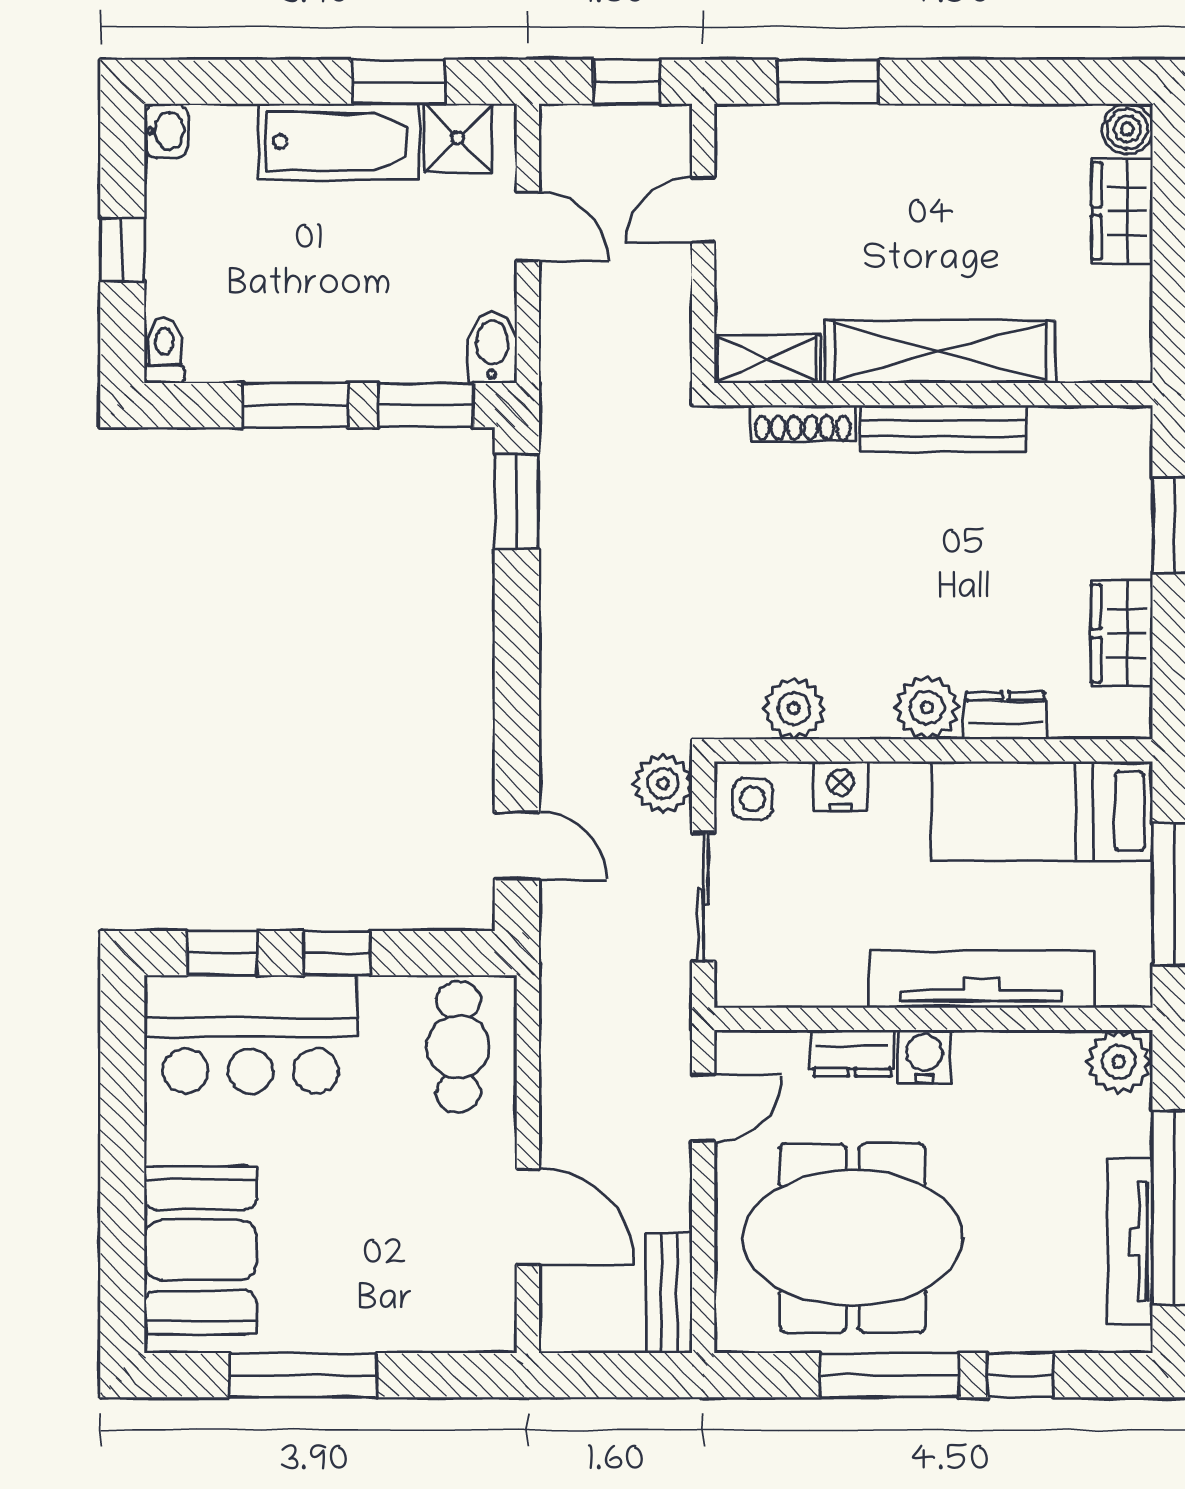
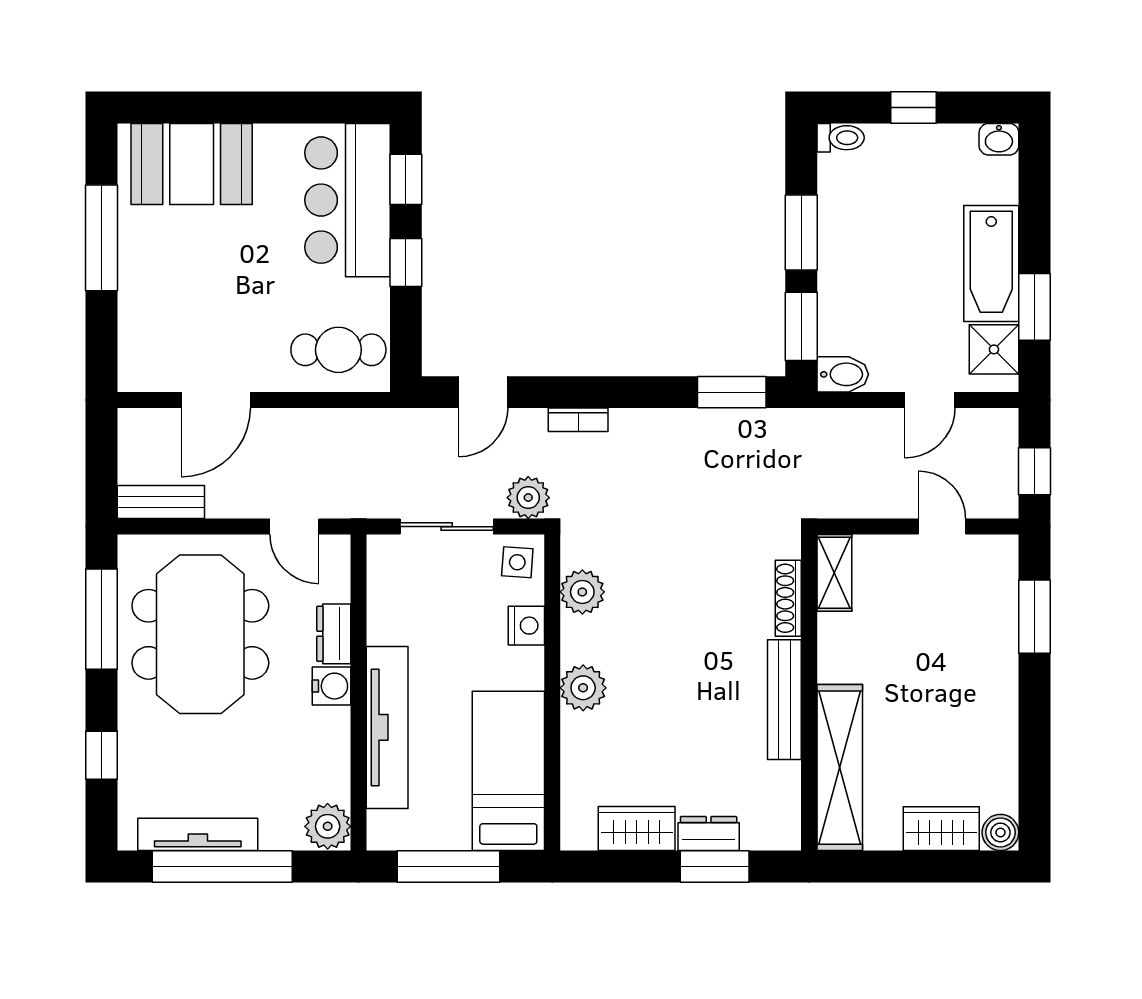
shelving: (940, 352) -> (840, 768), moved
bookcase: (555, 714) -> (578, 420), added
dresser: (1005, 716) -> (709, 834), moved, turned -90
window: (889, 1375) -> (102, 619), moved

